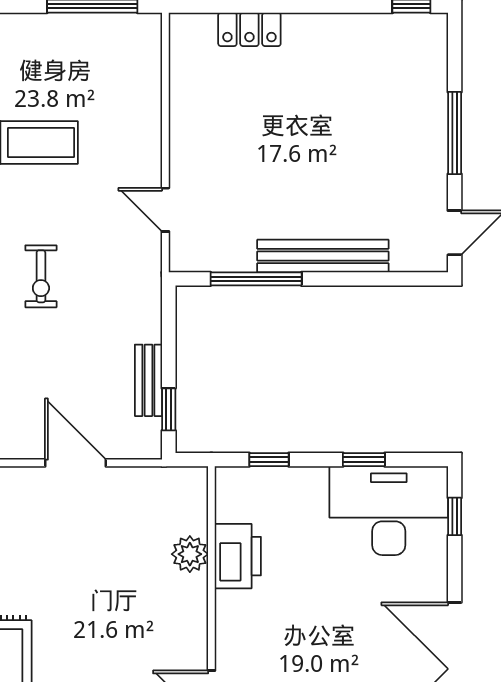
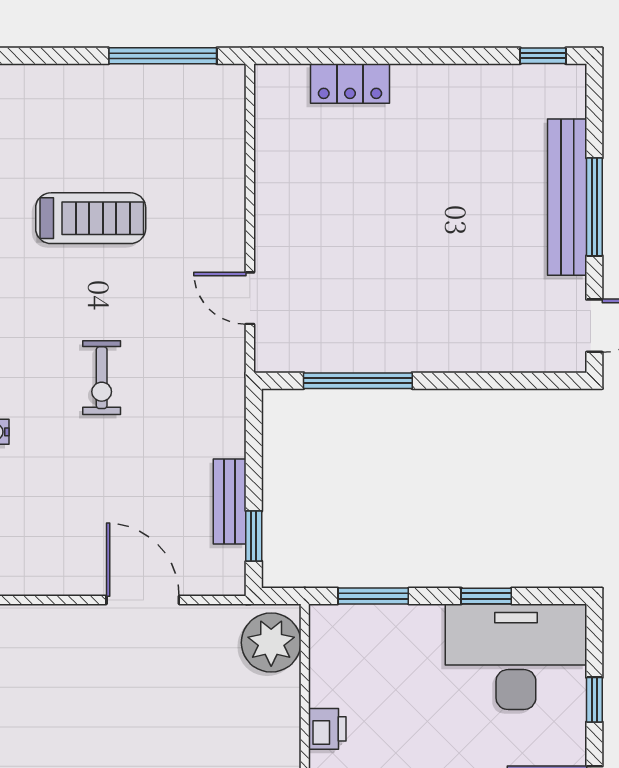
bench: (323, 256) -> (567, 197), moved, turned 90
window: (269, 460) -> (373, 596), width x1.50
window: (455, 516) -> (594, 700), moved
plant: (190, 554) -> (271, 643), moved, width x1.36, depth x1.36
printer: (238, 556) -> (327, 729), width x0.53, depth x0.68

